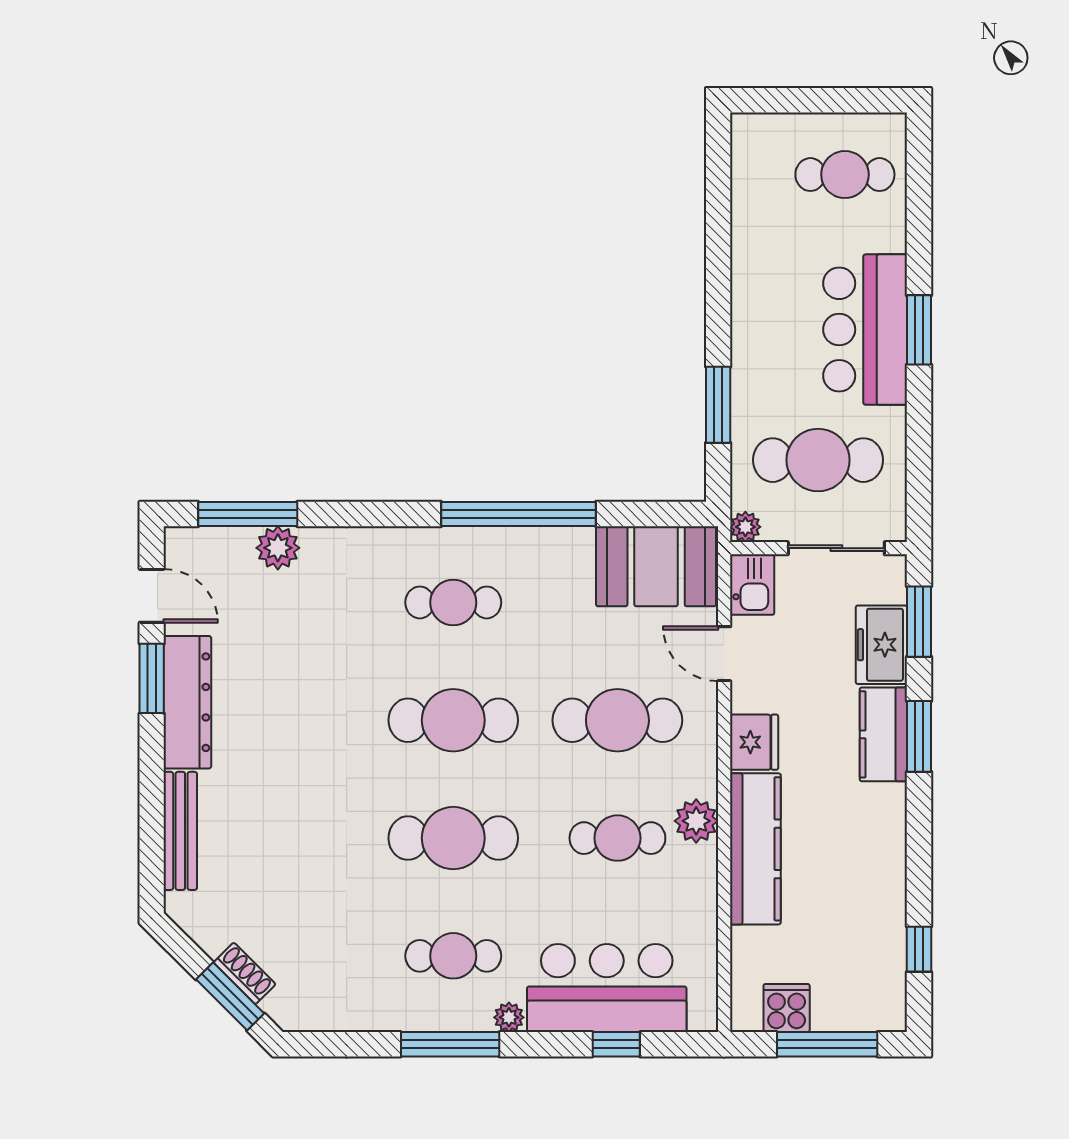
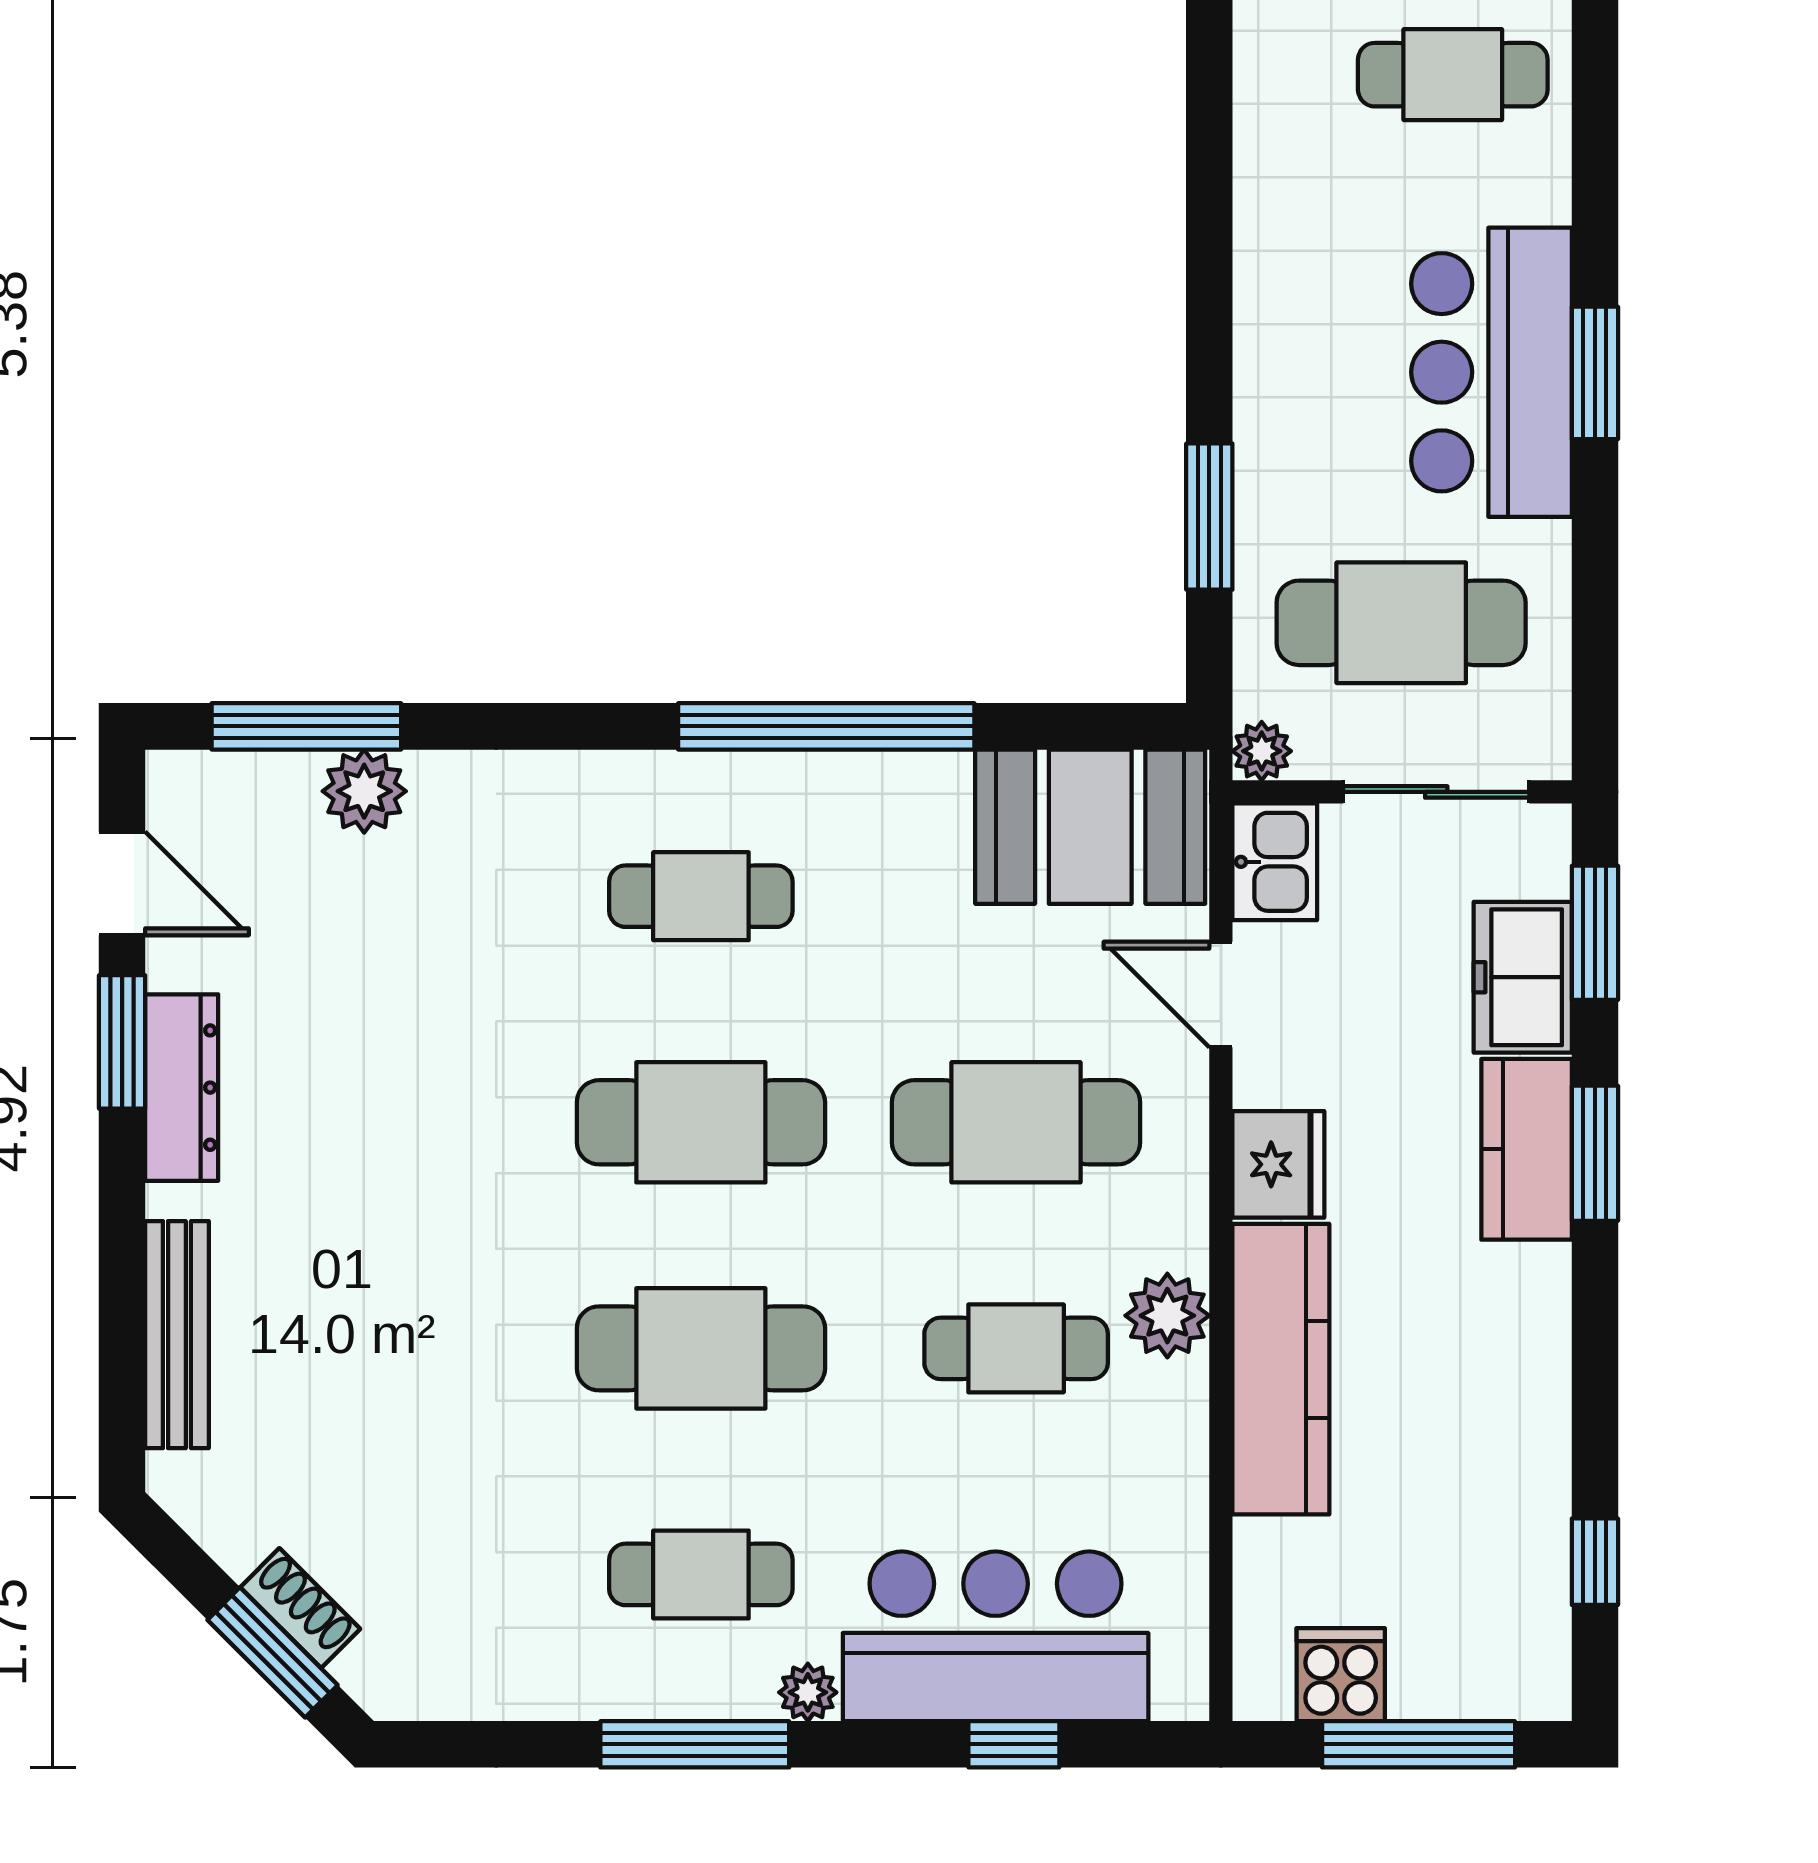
dresser: (187, 702) -> (182, 1088), width x0.73, depth x0.80

